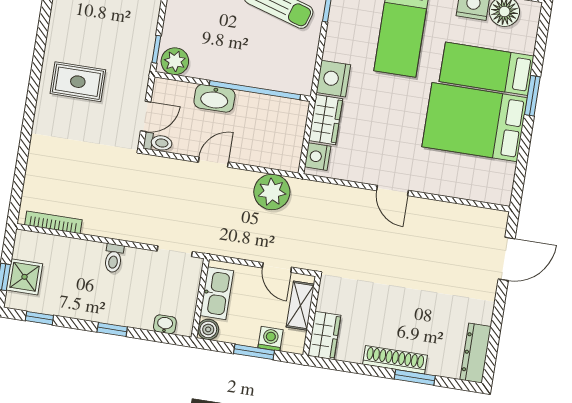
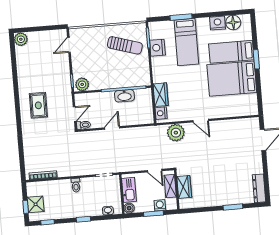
nightstand: (333, 79) -> (157, 48), moved
rug: (78, 82) -> (38, 105), turned 90
washbasin: (214, 98) -> (124, 96), moved
plant: (272, 192) -> (176, 133), moved
wardrobe: (324, 335) -> (184, 187), moved
shoe rack: (395, 360) -> (221, 201), removed

